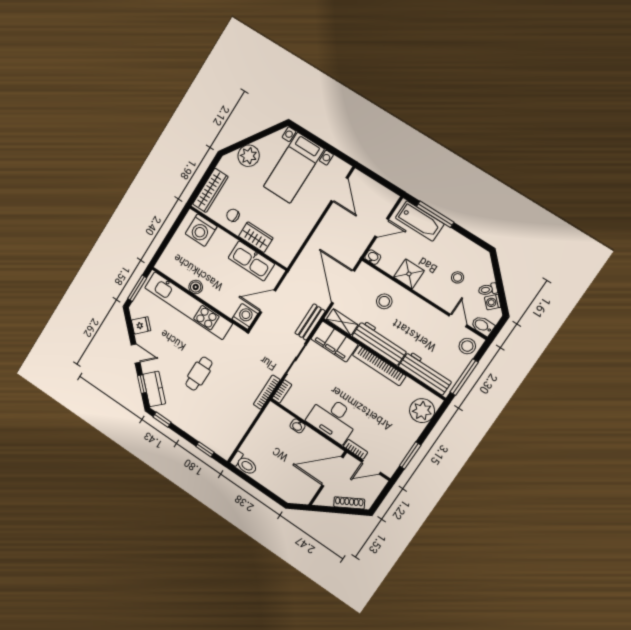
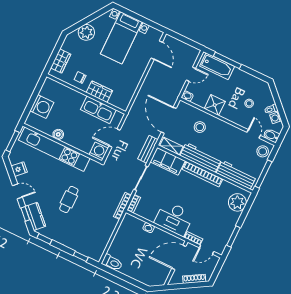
wardrobe: (210, 190) -> (61, 61), width x0.67
washing machine: (201, 230) -> (42, 107), moved, turned -90

